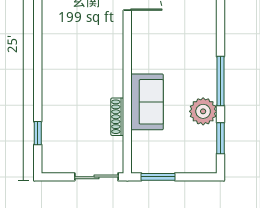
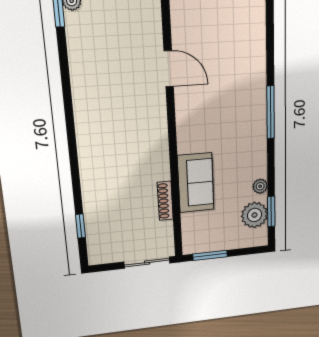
window: (220, 81) -> (271, 112), moved
plant: (203, 111) -> (260, 186), width x0.53, depth x0.53
plant: (203, 140) -> (254, 215), added

